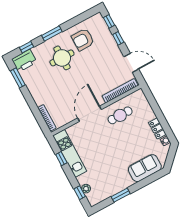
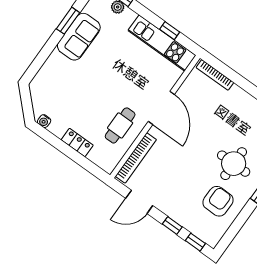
locker: (157, 128) -> (77, 143), moved
sofa: (145, 168) -> (79, 37), moved

